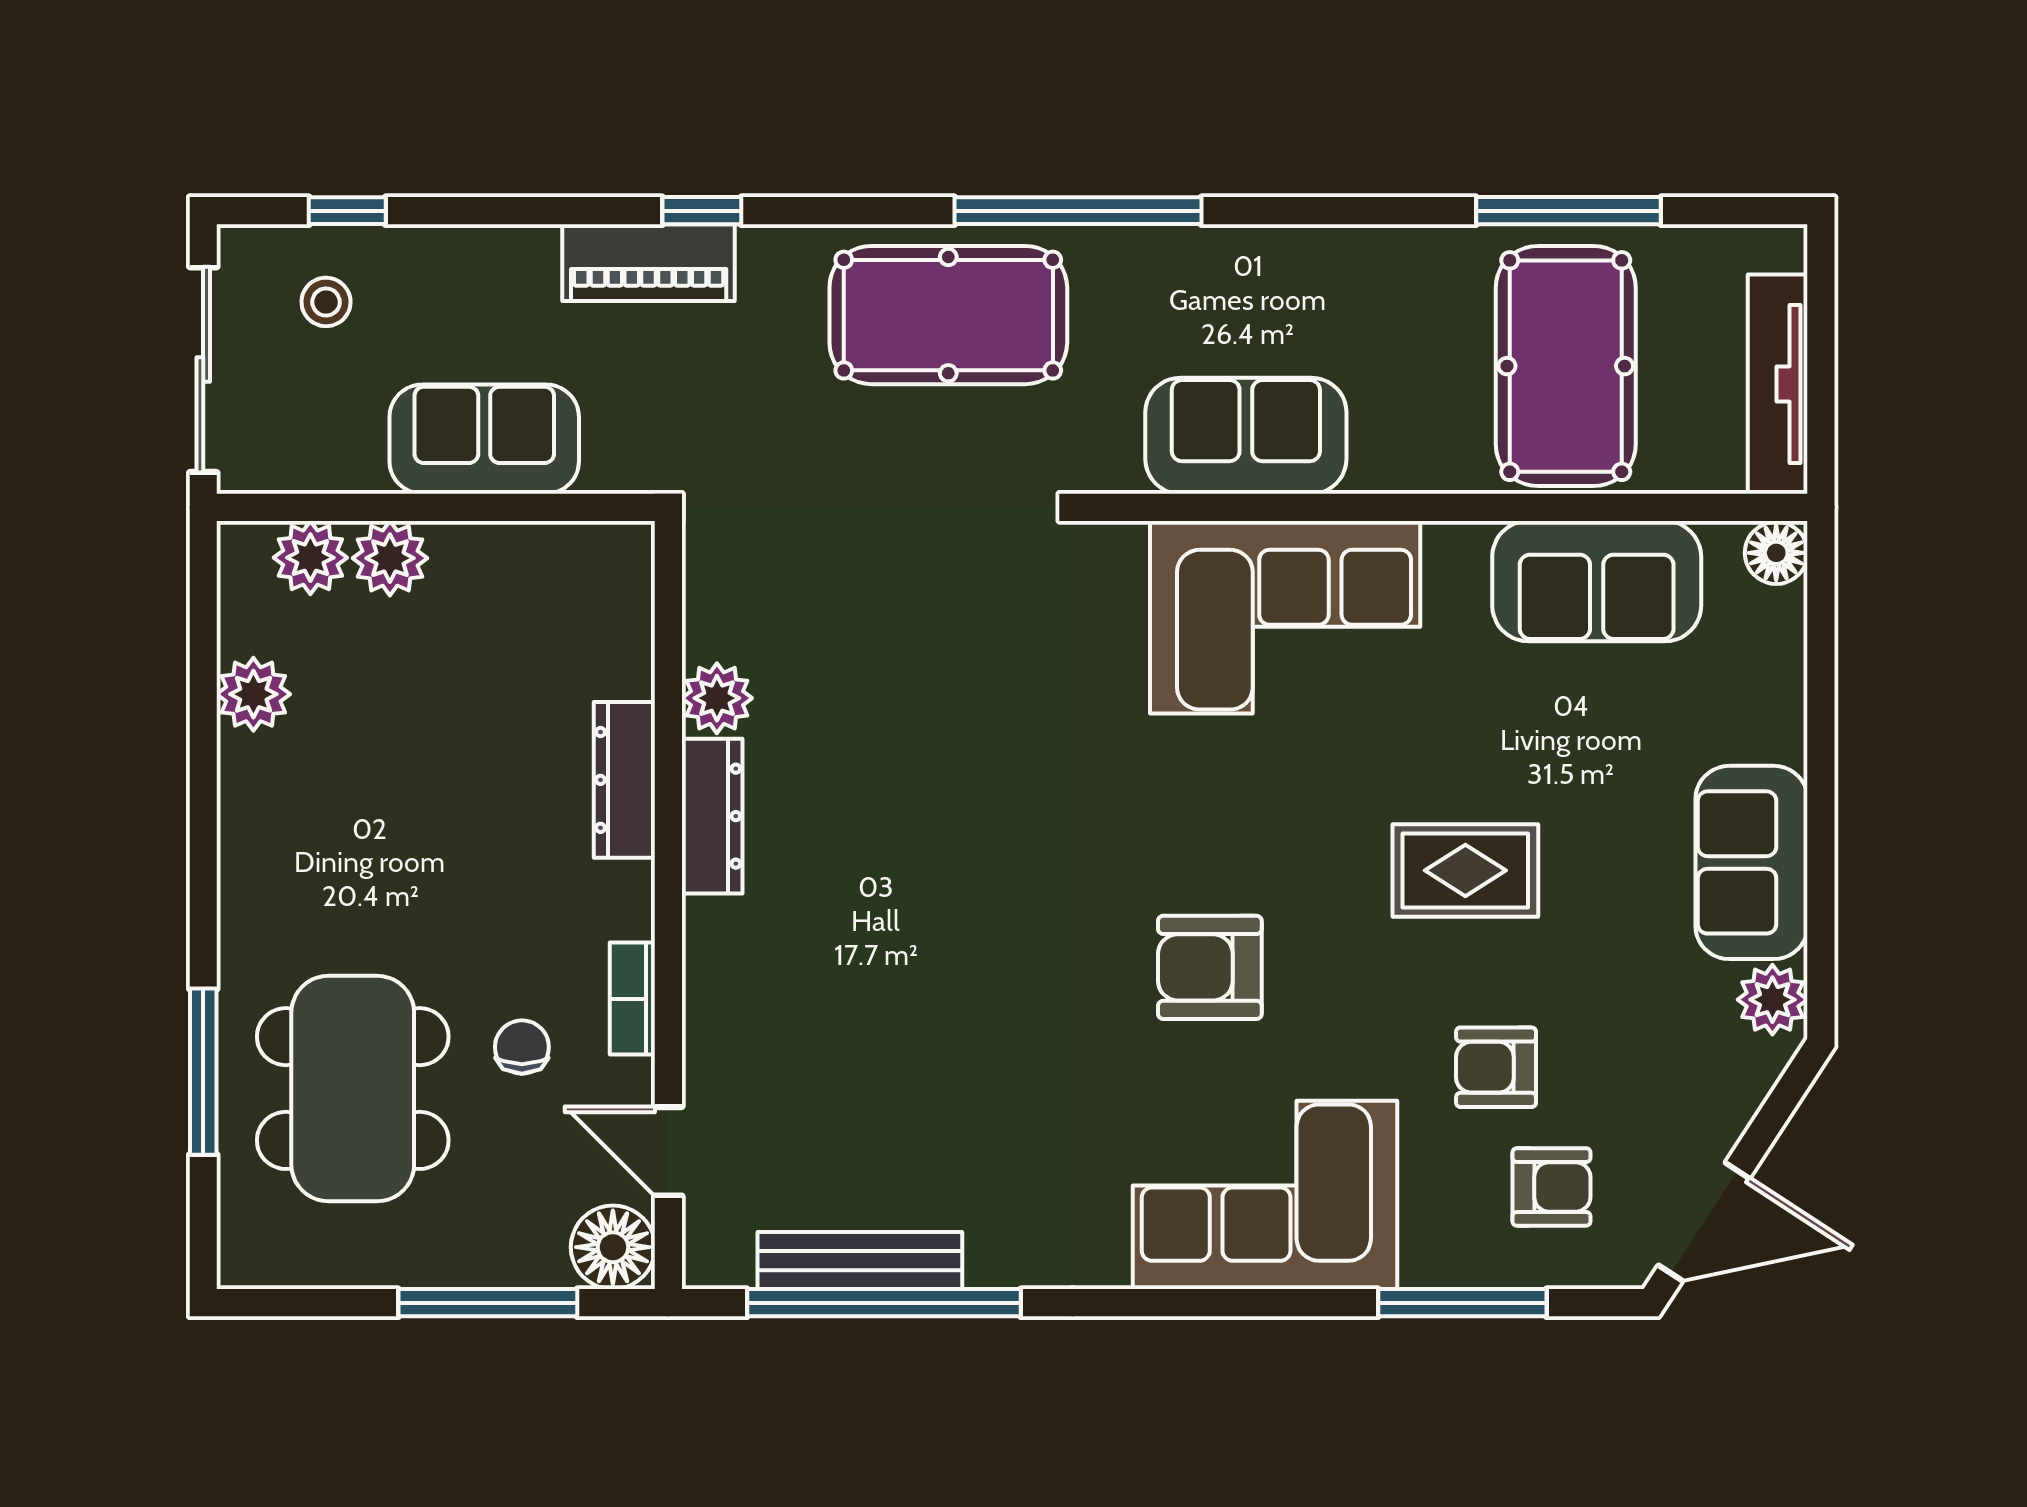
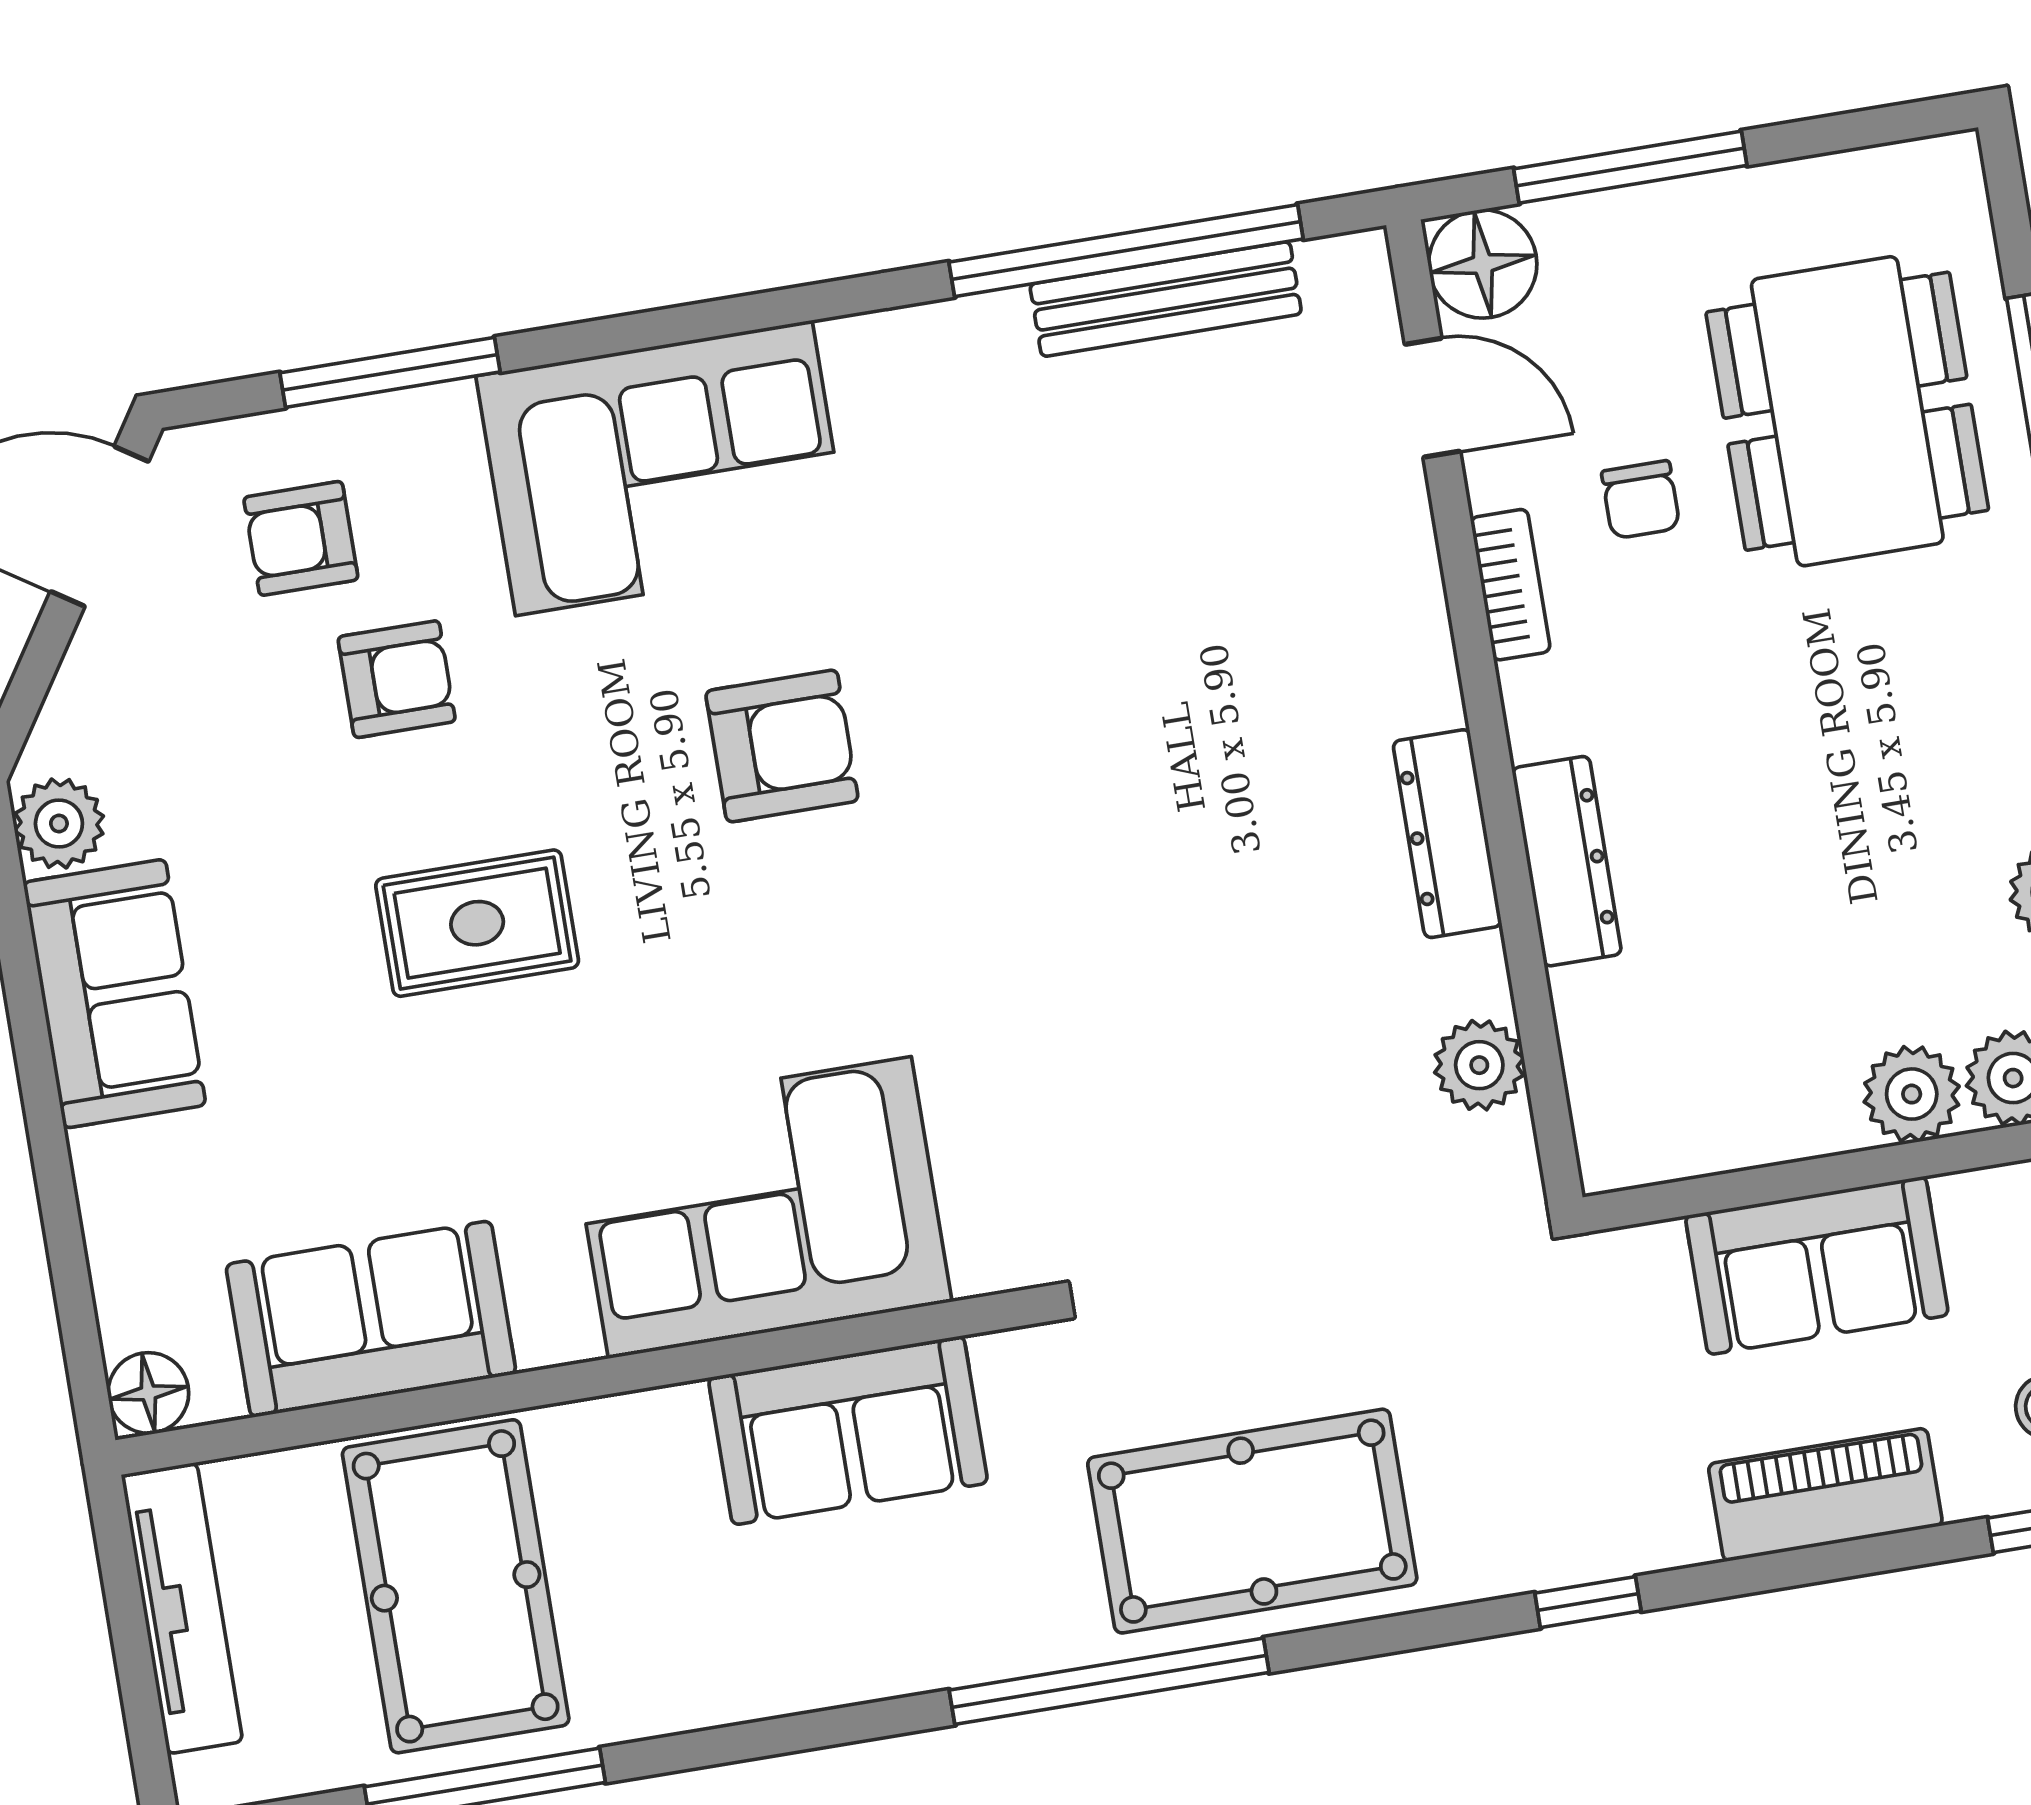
piano: (649, 263) -> (1825, 1495), moved
plant: (717, 698) -> (1479, 1065), moved

